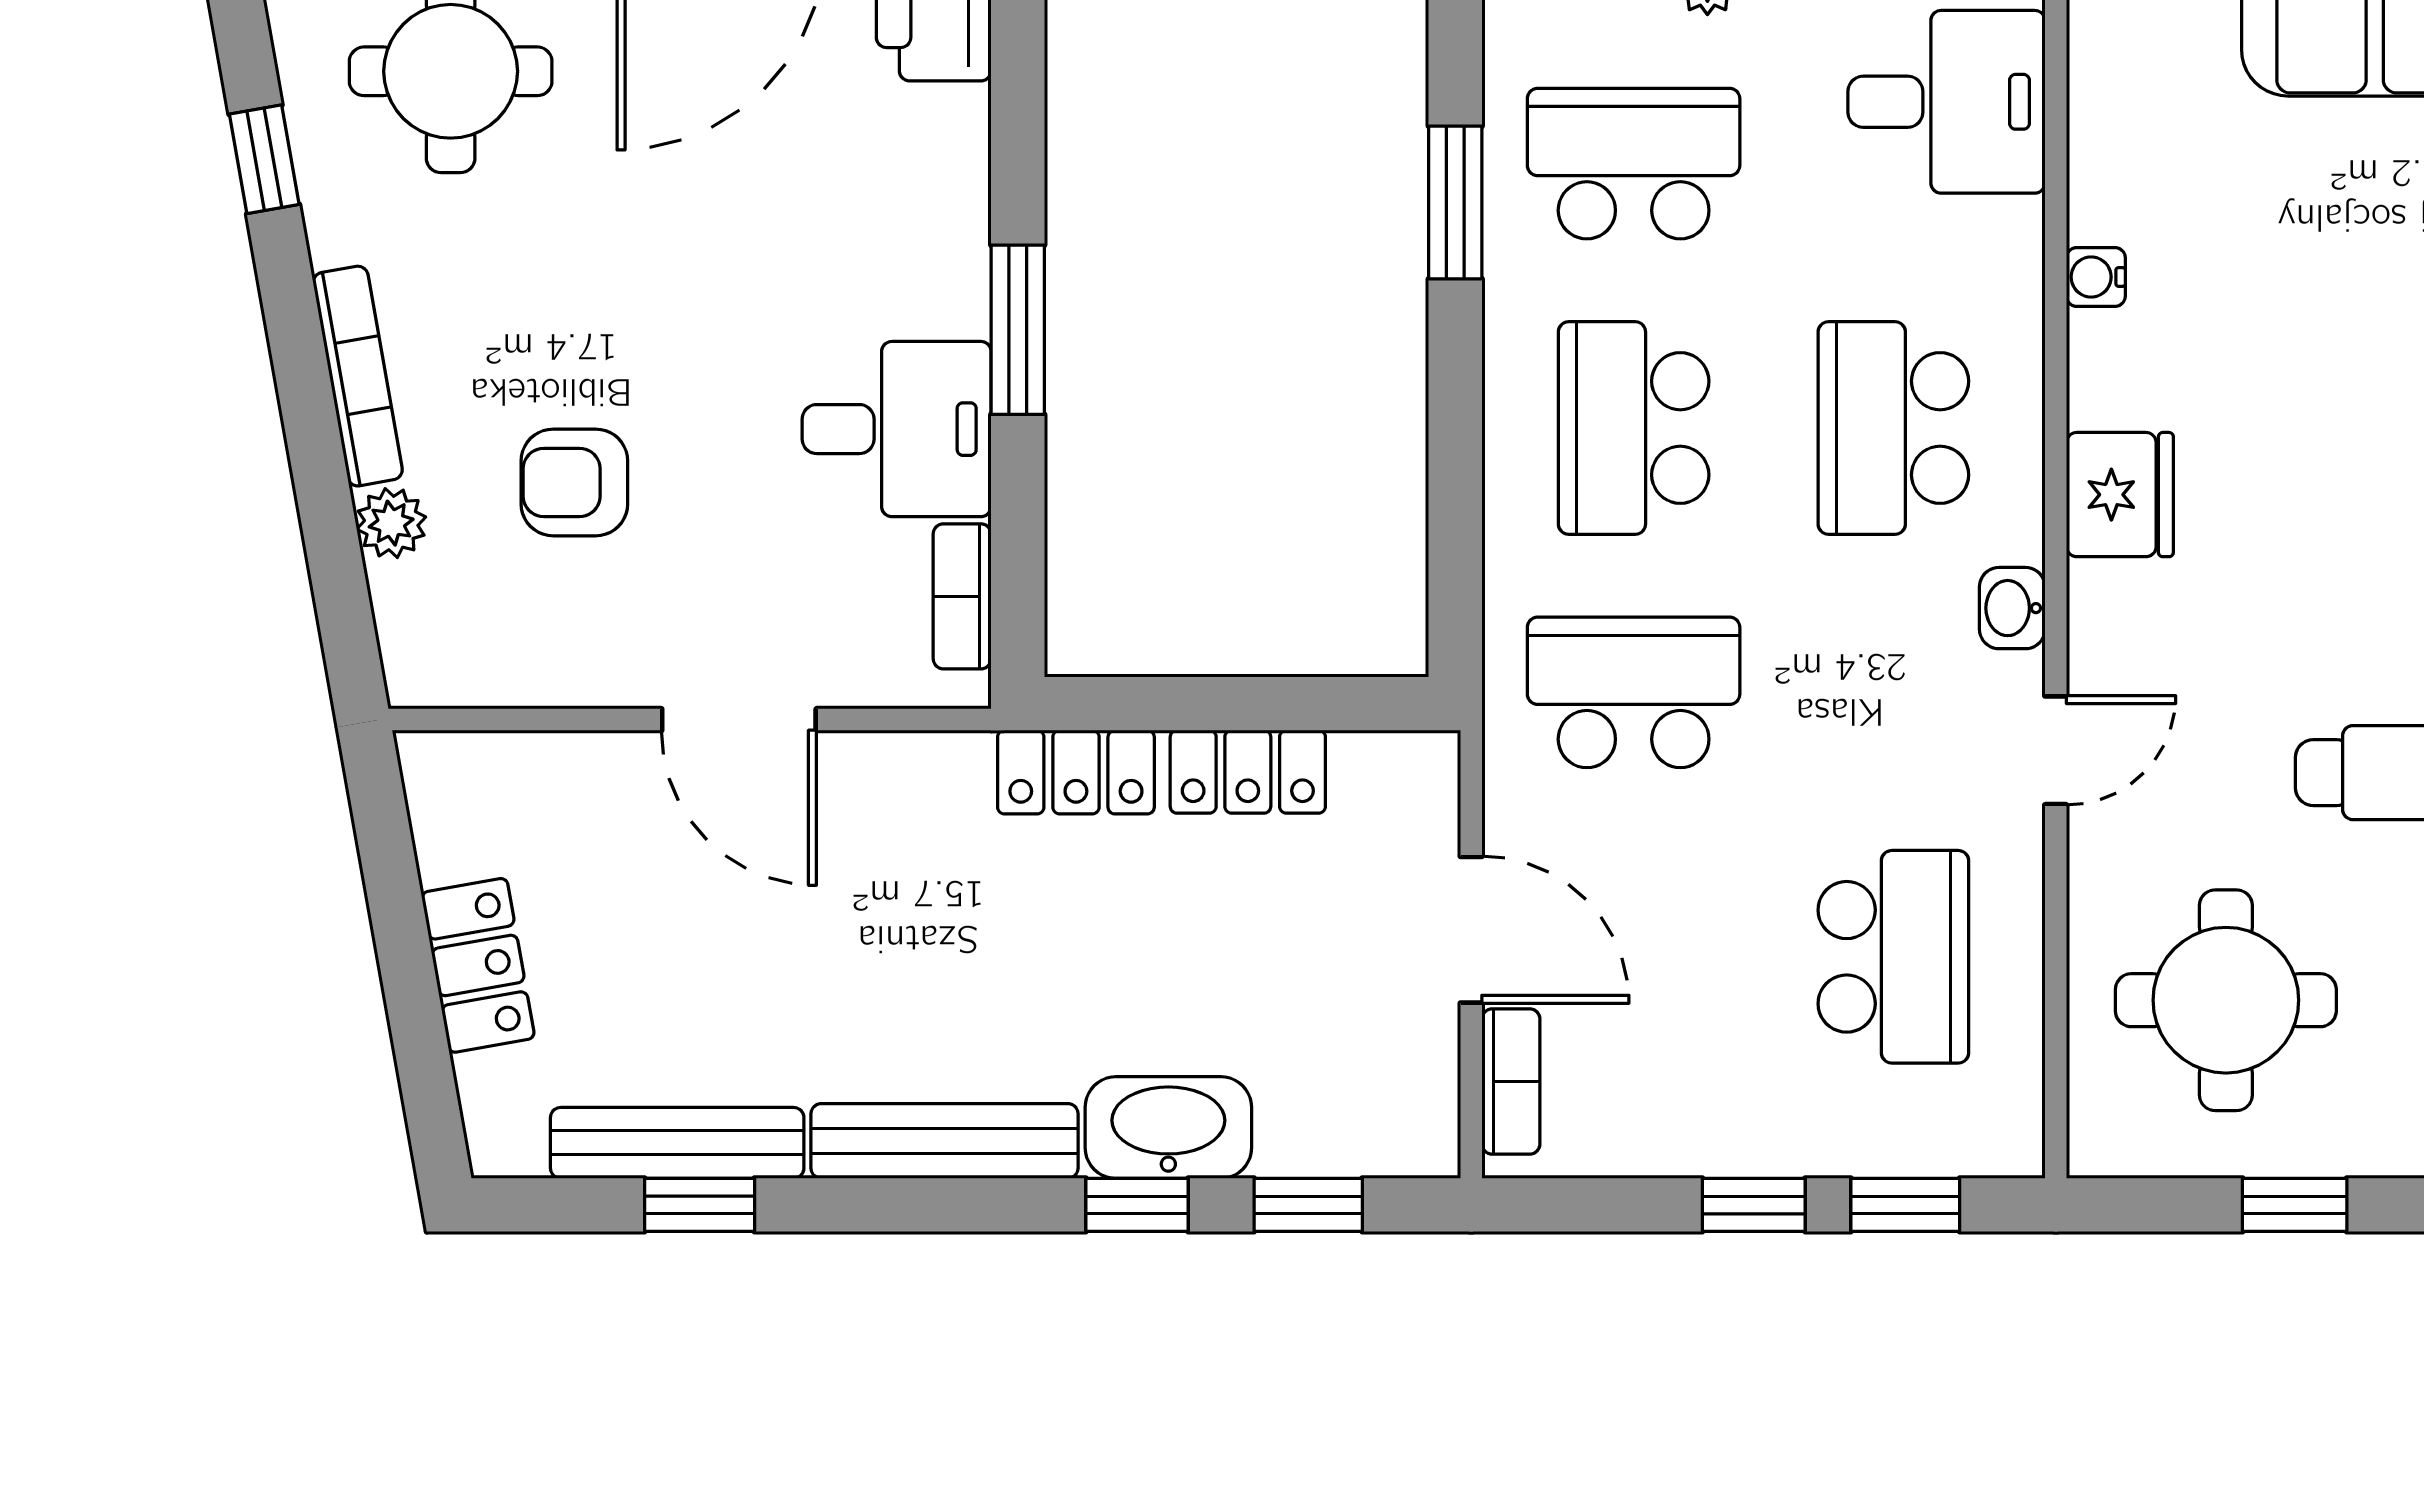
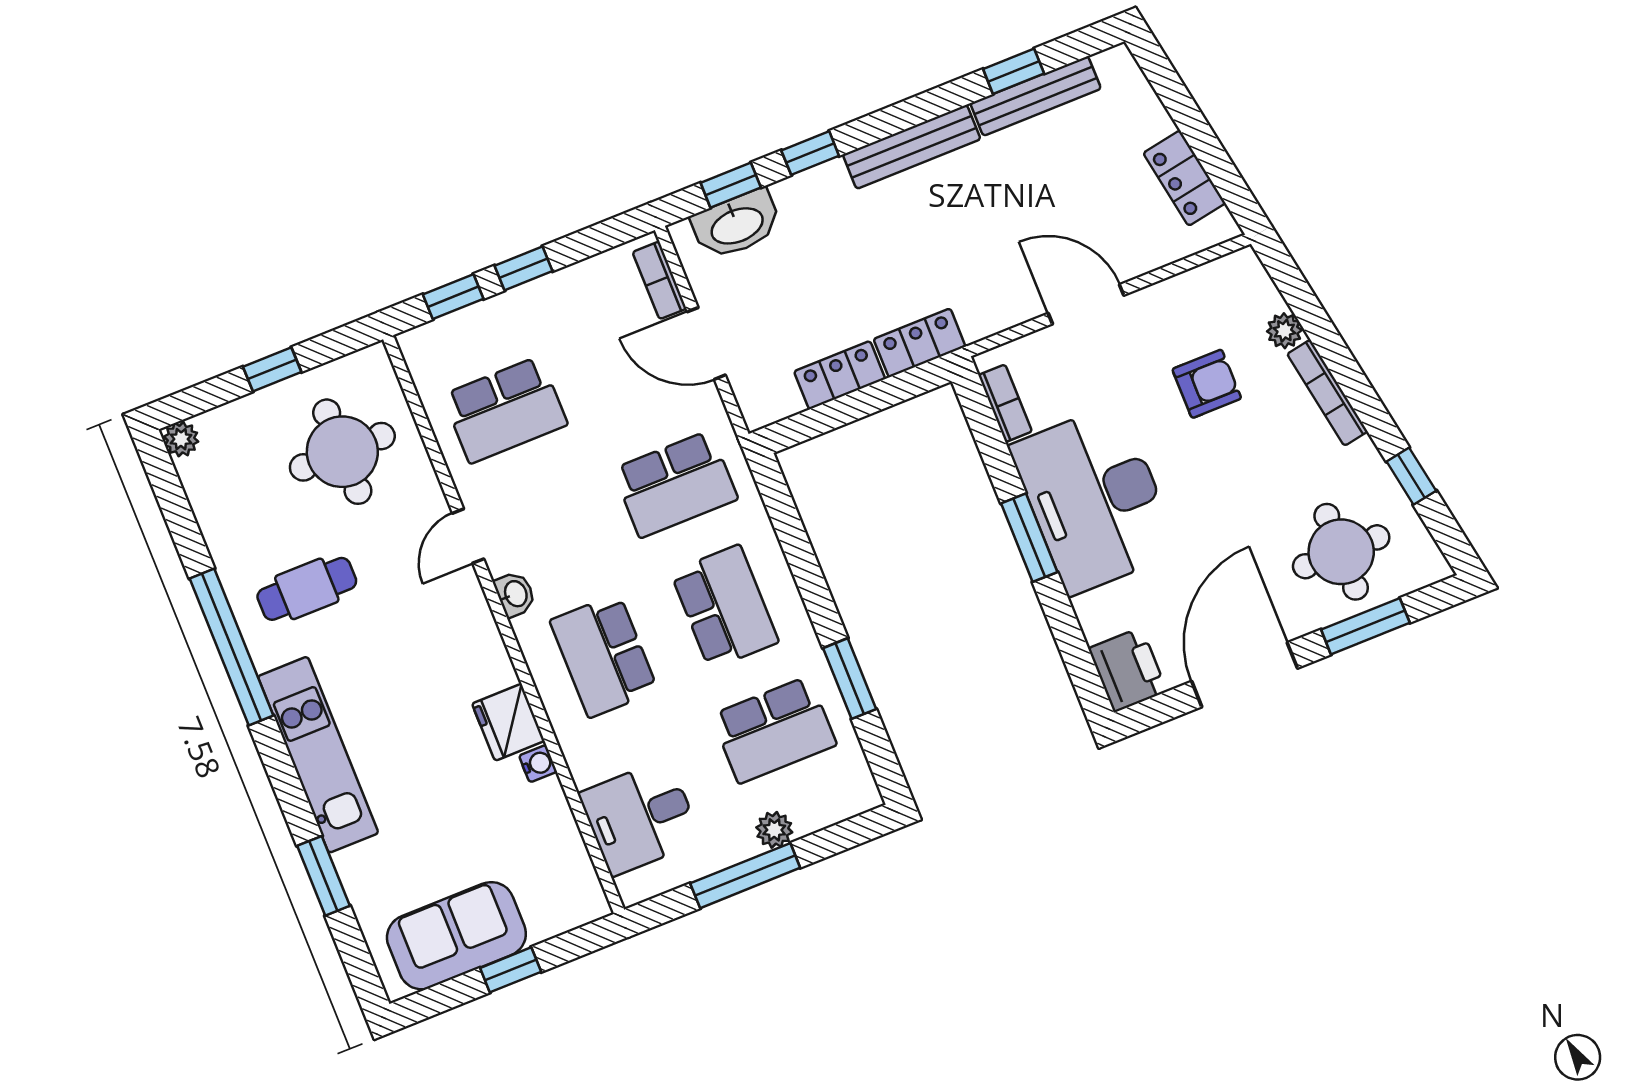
school desk: (1893, 428) -> (604, 656), turned 180
desk: (897, 429) -> (1094, 499), width x1.87, depth x1.30
fridge: (2120, 495) -> (508, 722), moved
school desk: (1893, 957) -> (505, 410), turned -90
locker: (478, 965) -> (1184, 178), moved
washbasin: (1168, 1128) -> (737, 224), moved

